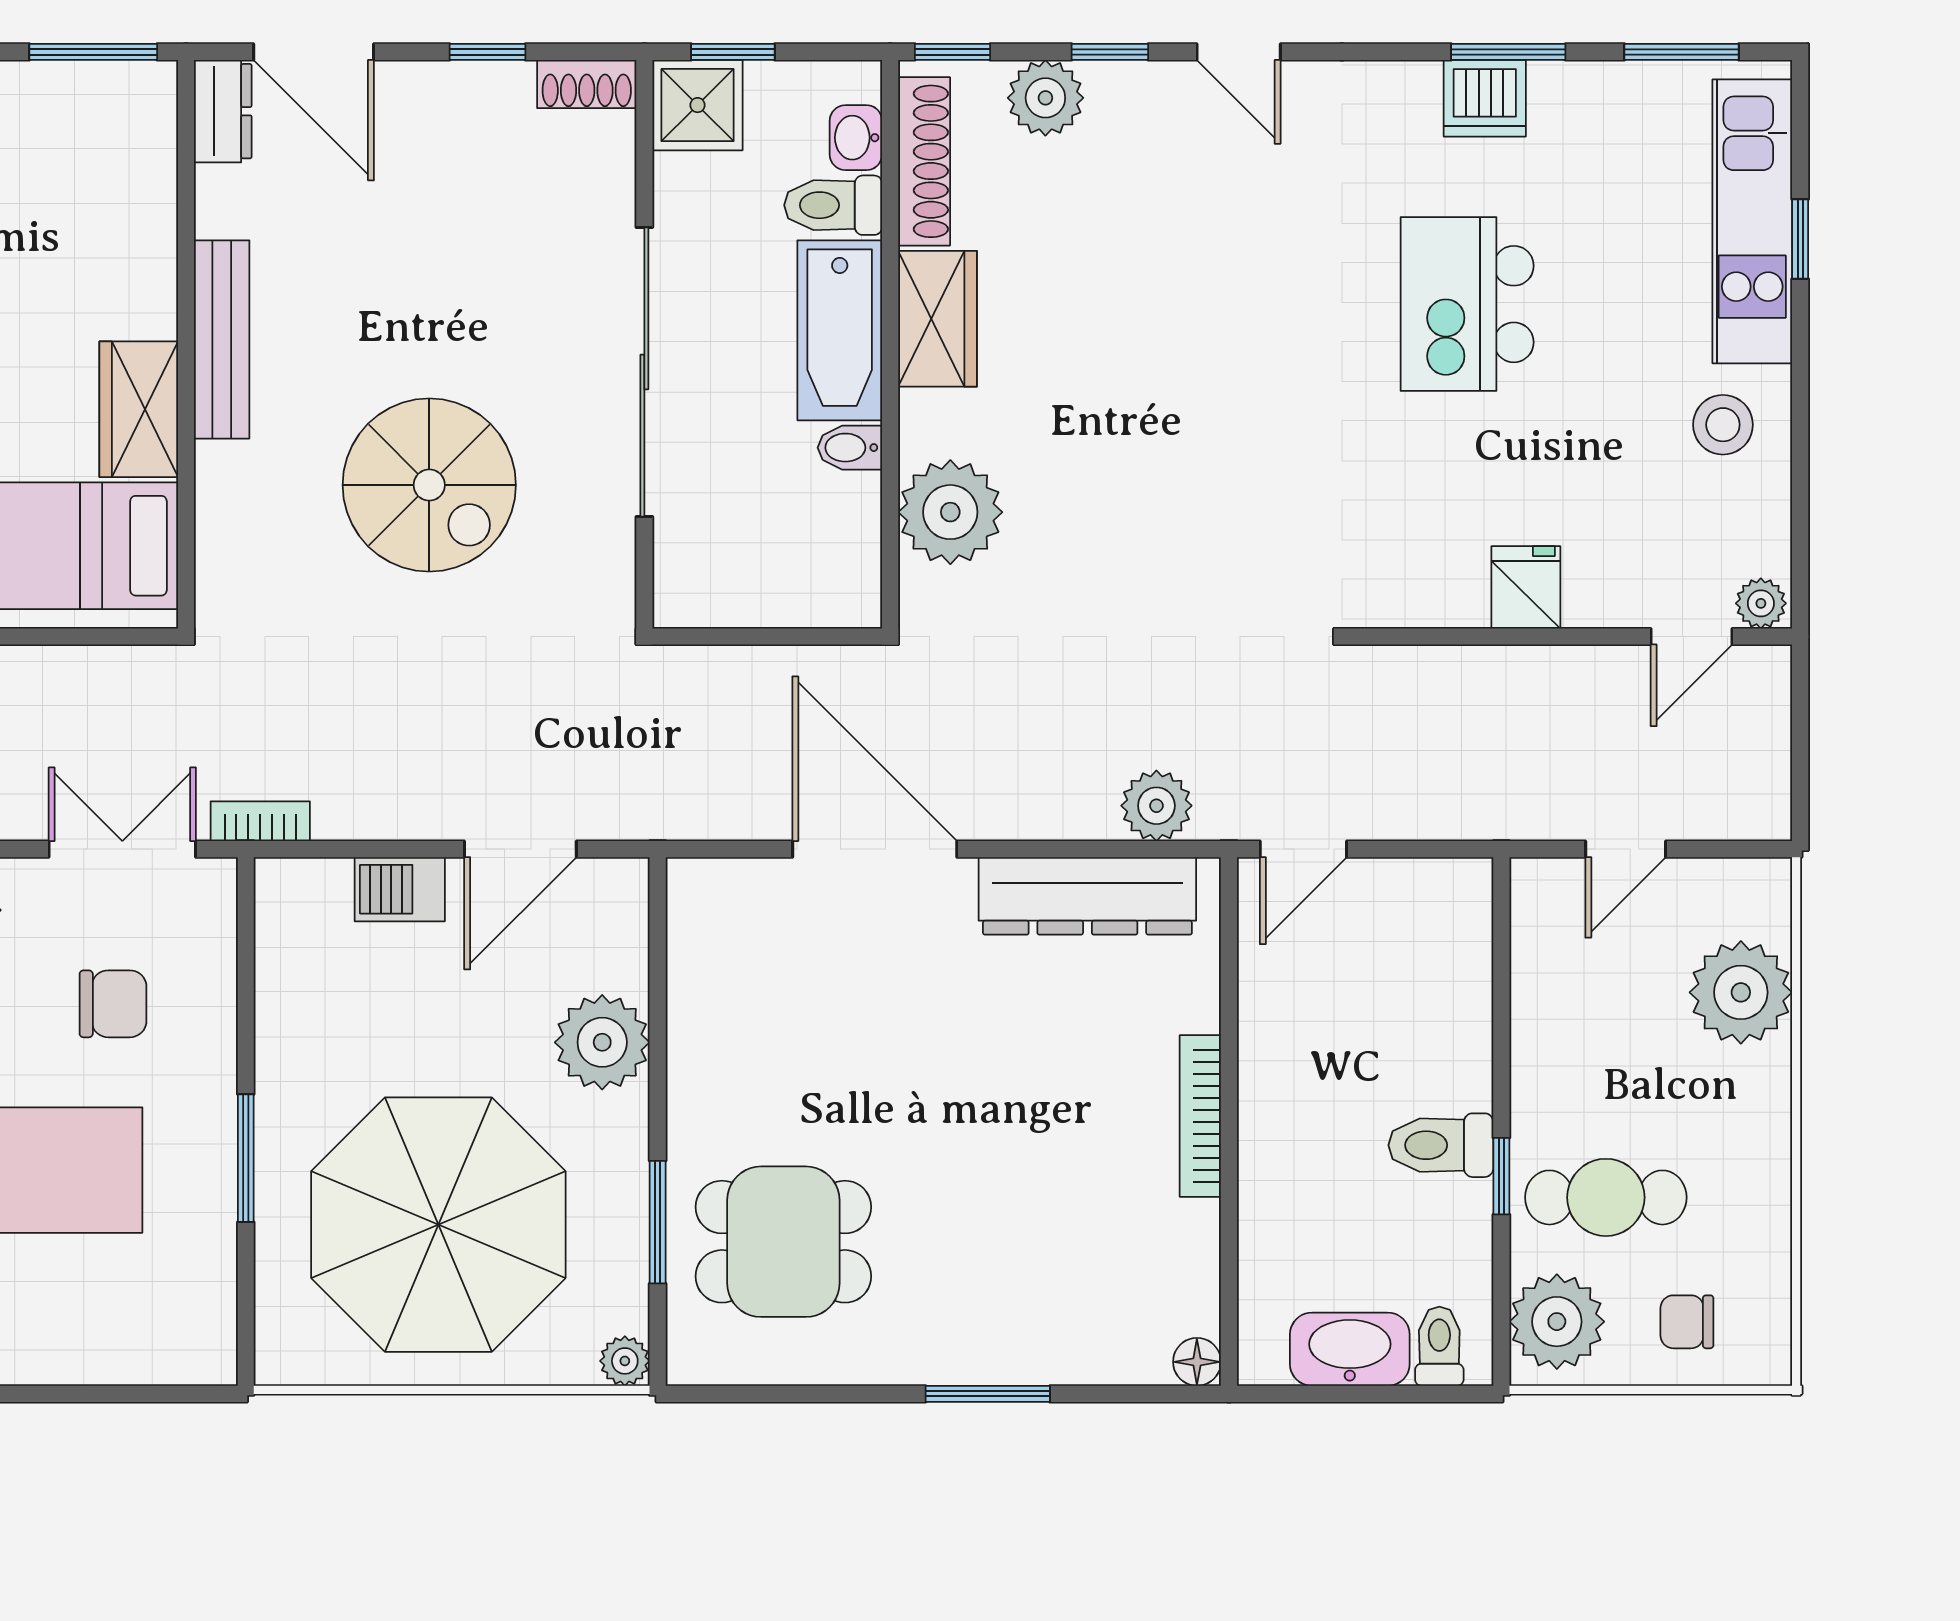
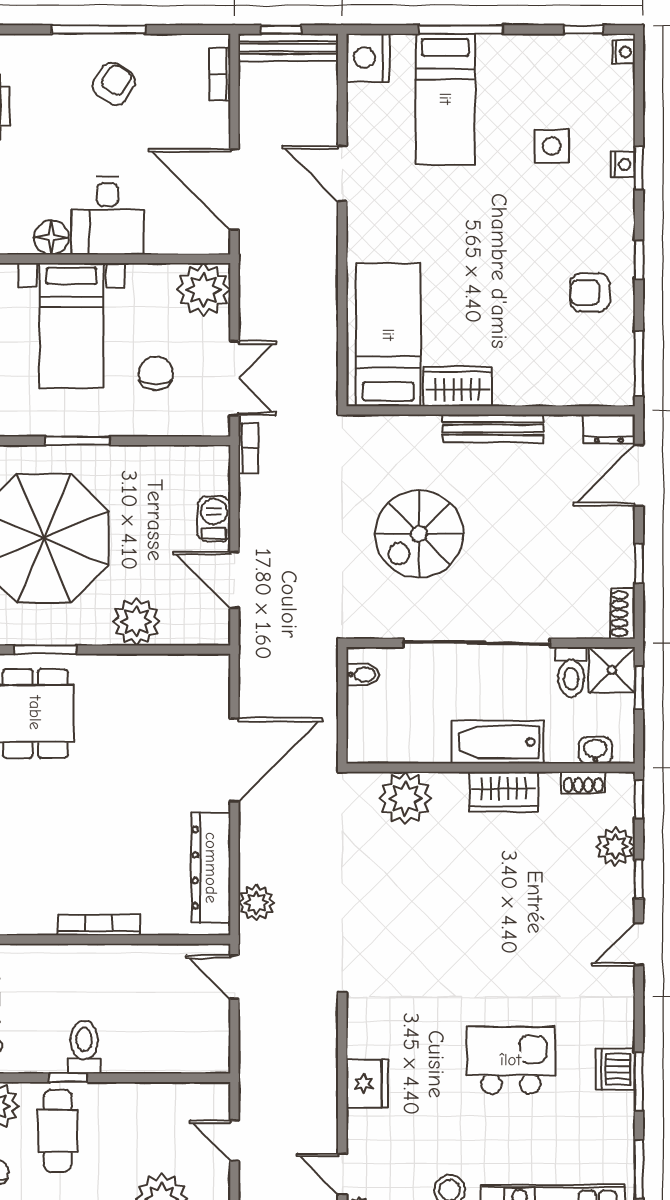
shoe rack: (924, 161) -> (583, 782), width x0.51, depth x0.81
toilet: (833, 205) -> (571, 672), moved, turned 180
bidet: (850, 448) -> (363, 675), moved, turned 90
fridge: (1526, 587) -> (367, 1083), width x1.38
chair: (113, 1004) -> (156, 373), turned 180

